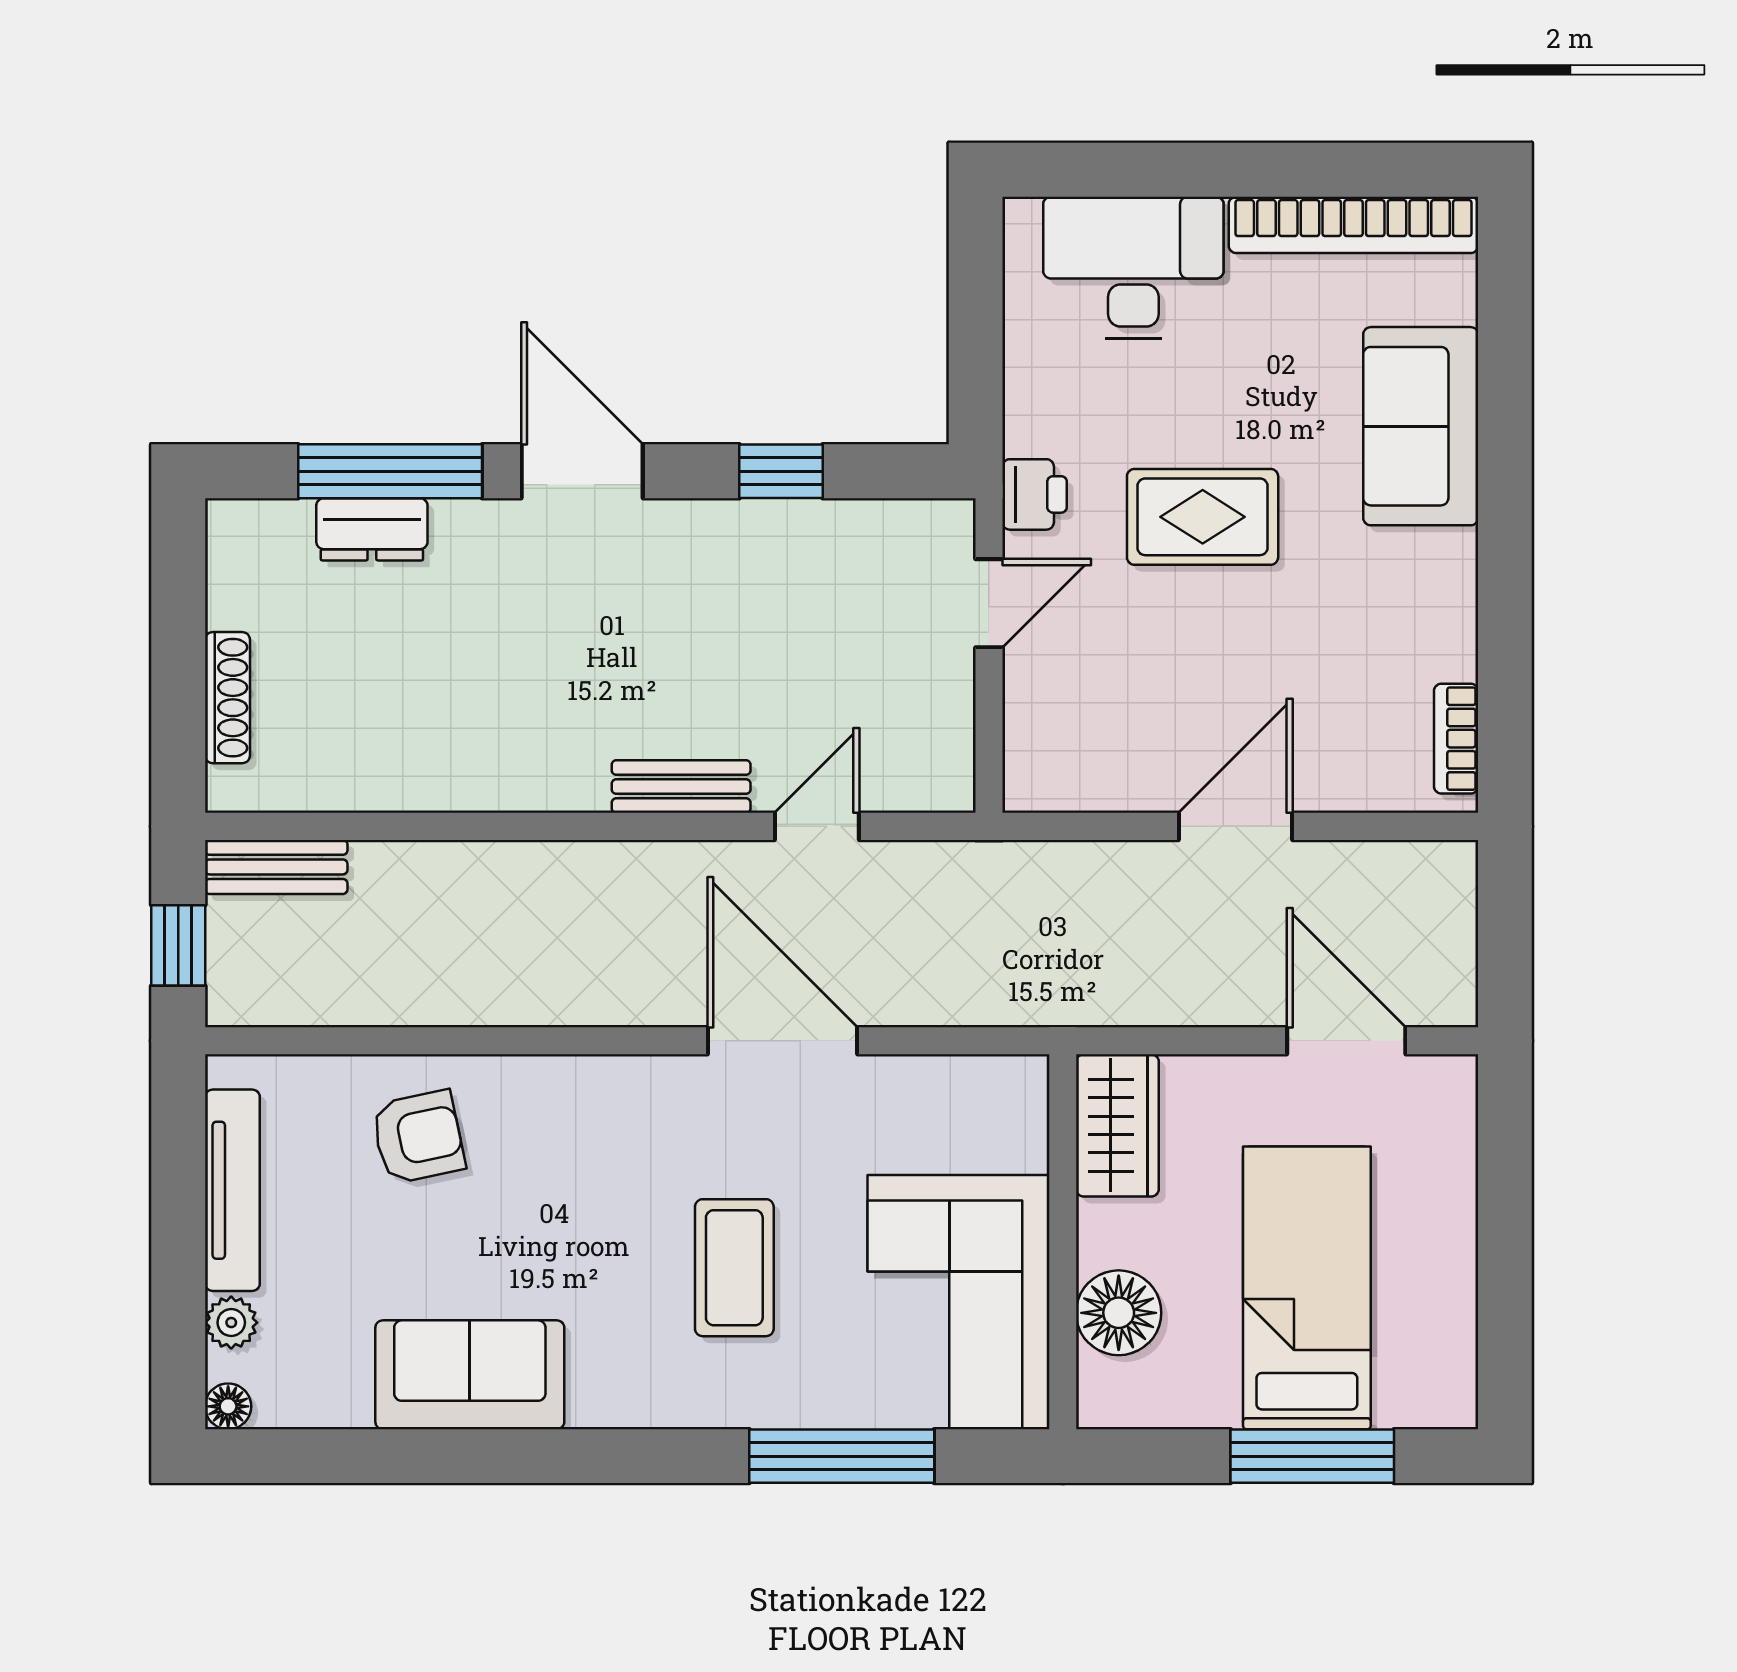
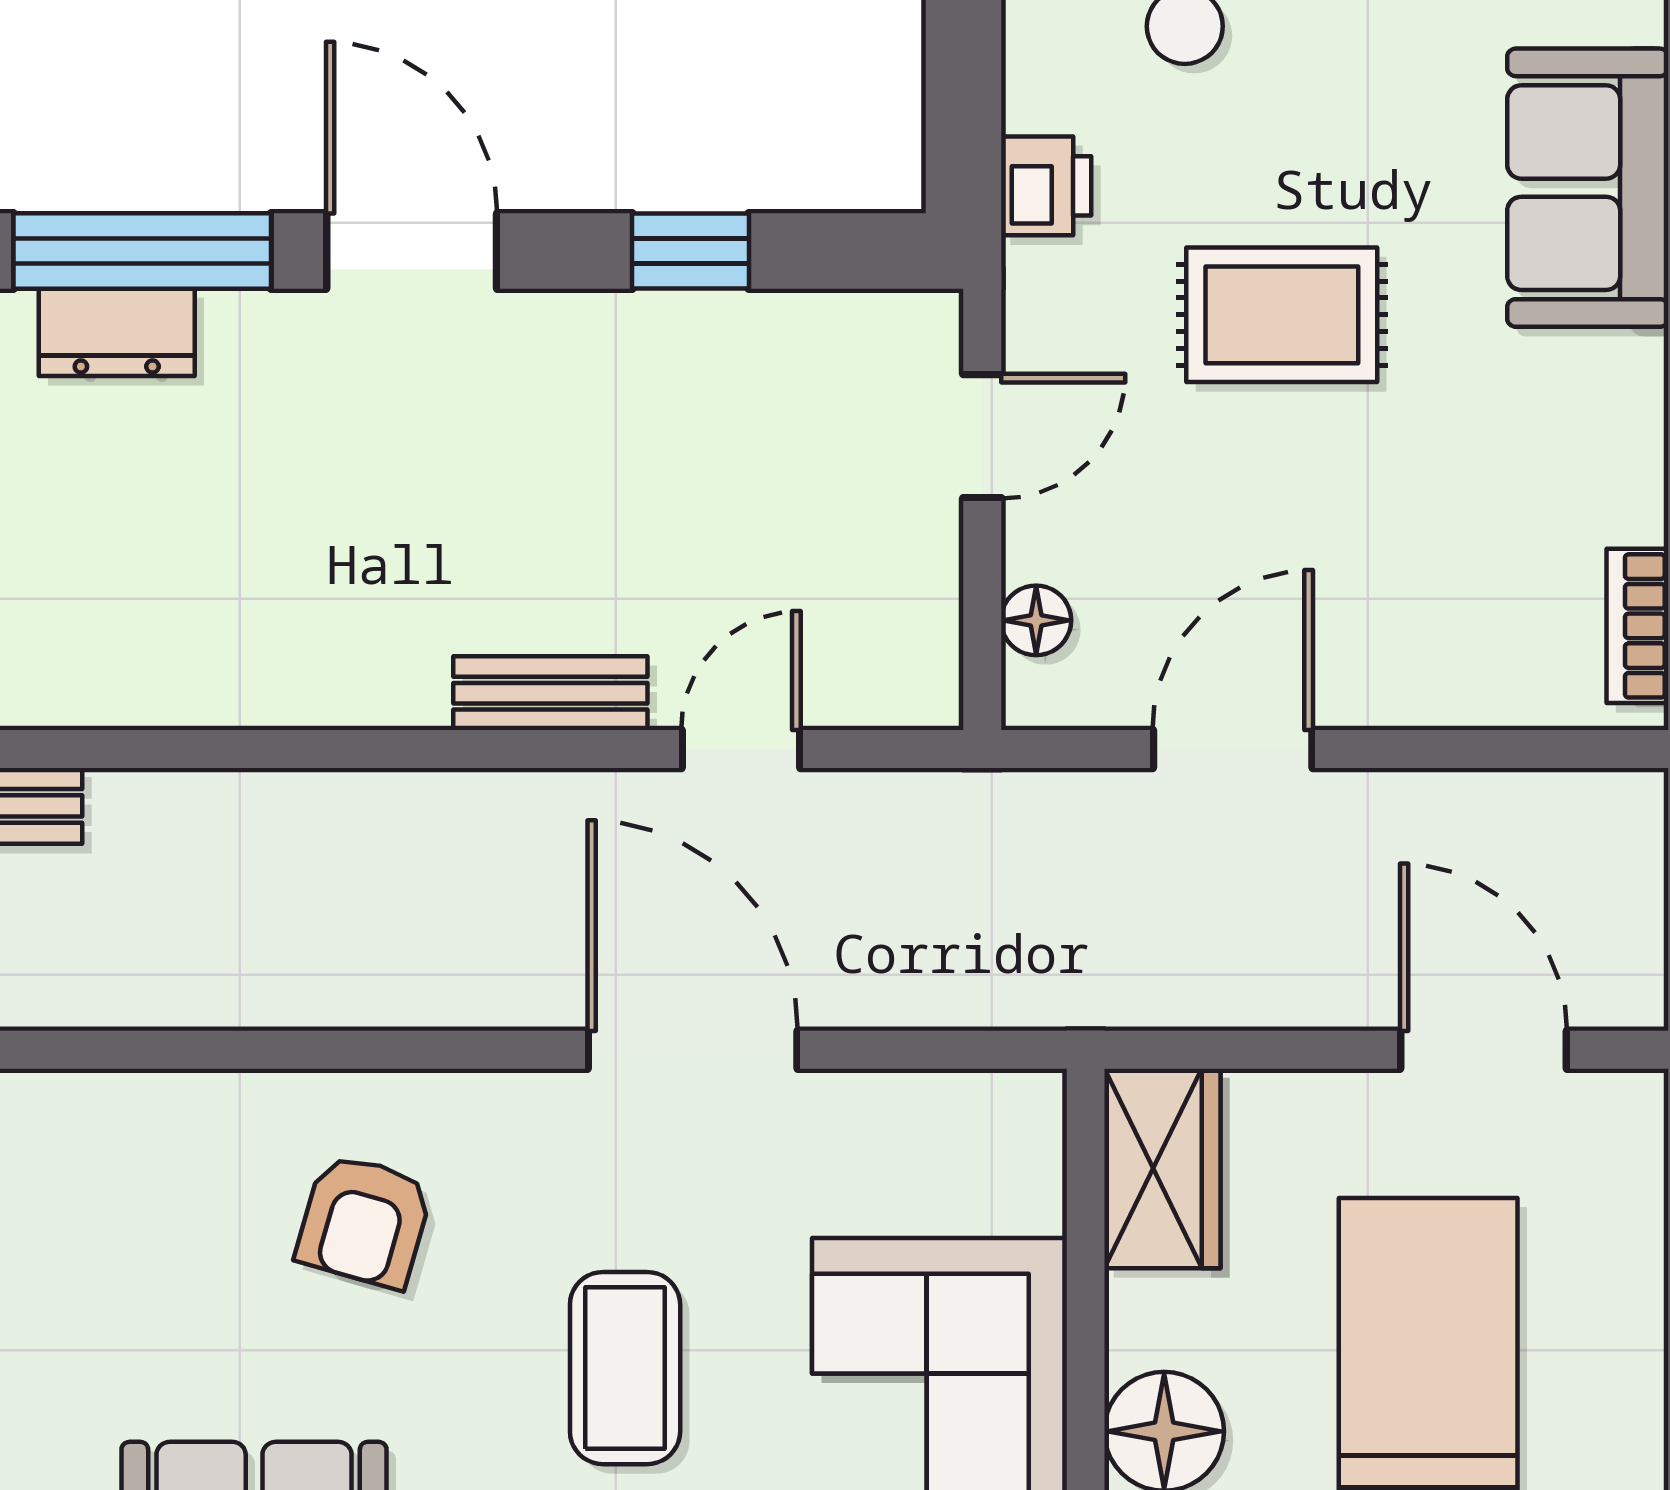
printer: (1035, 494) -> (1046, 186), moved
floor lamp: (1027, 735) -> (1036, 620), added
door: (1236, 826) -> (1233, 749), moved
armchair: (418, 1137) -> (364, 1221), moved, turned 118

